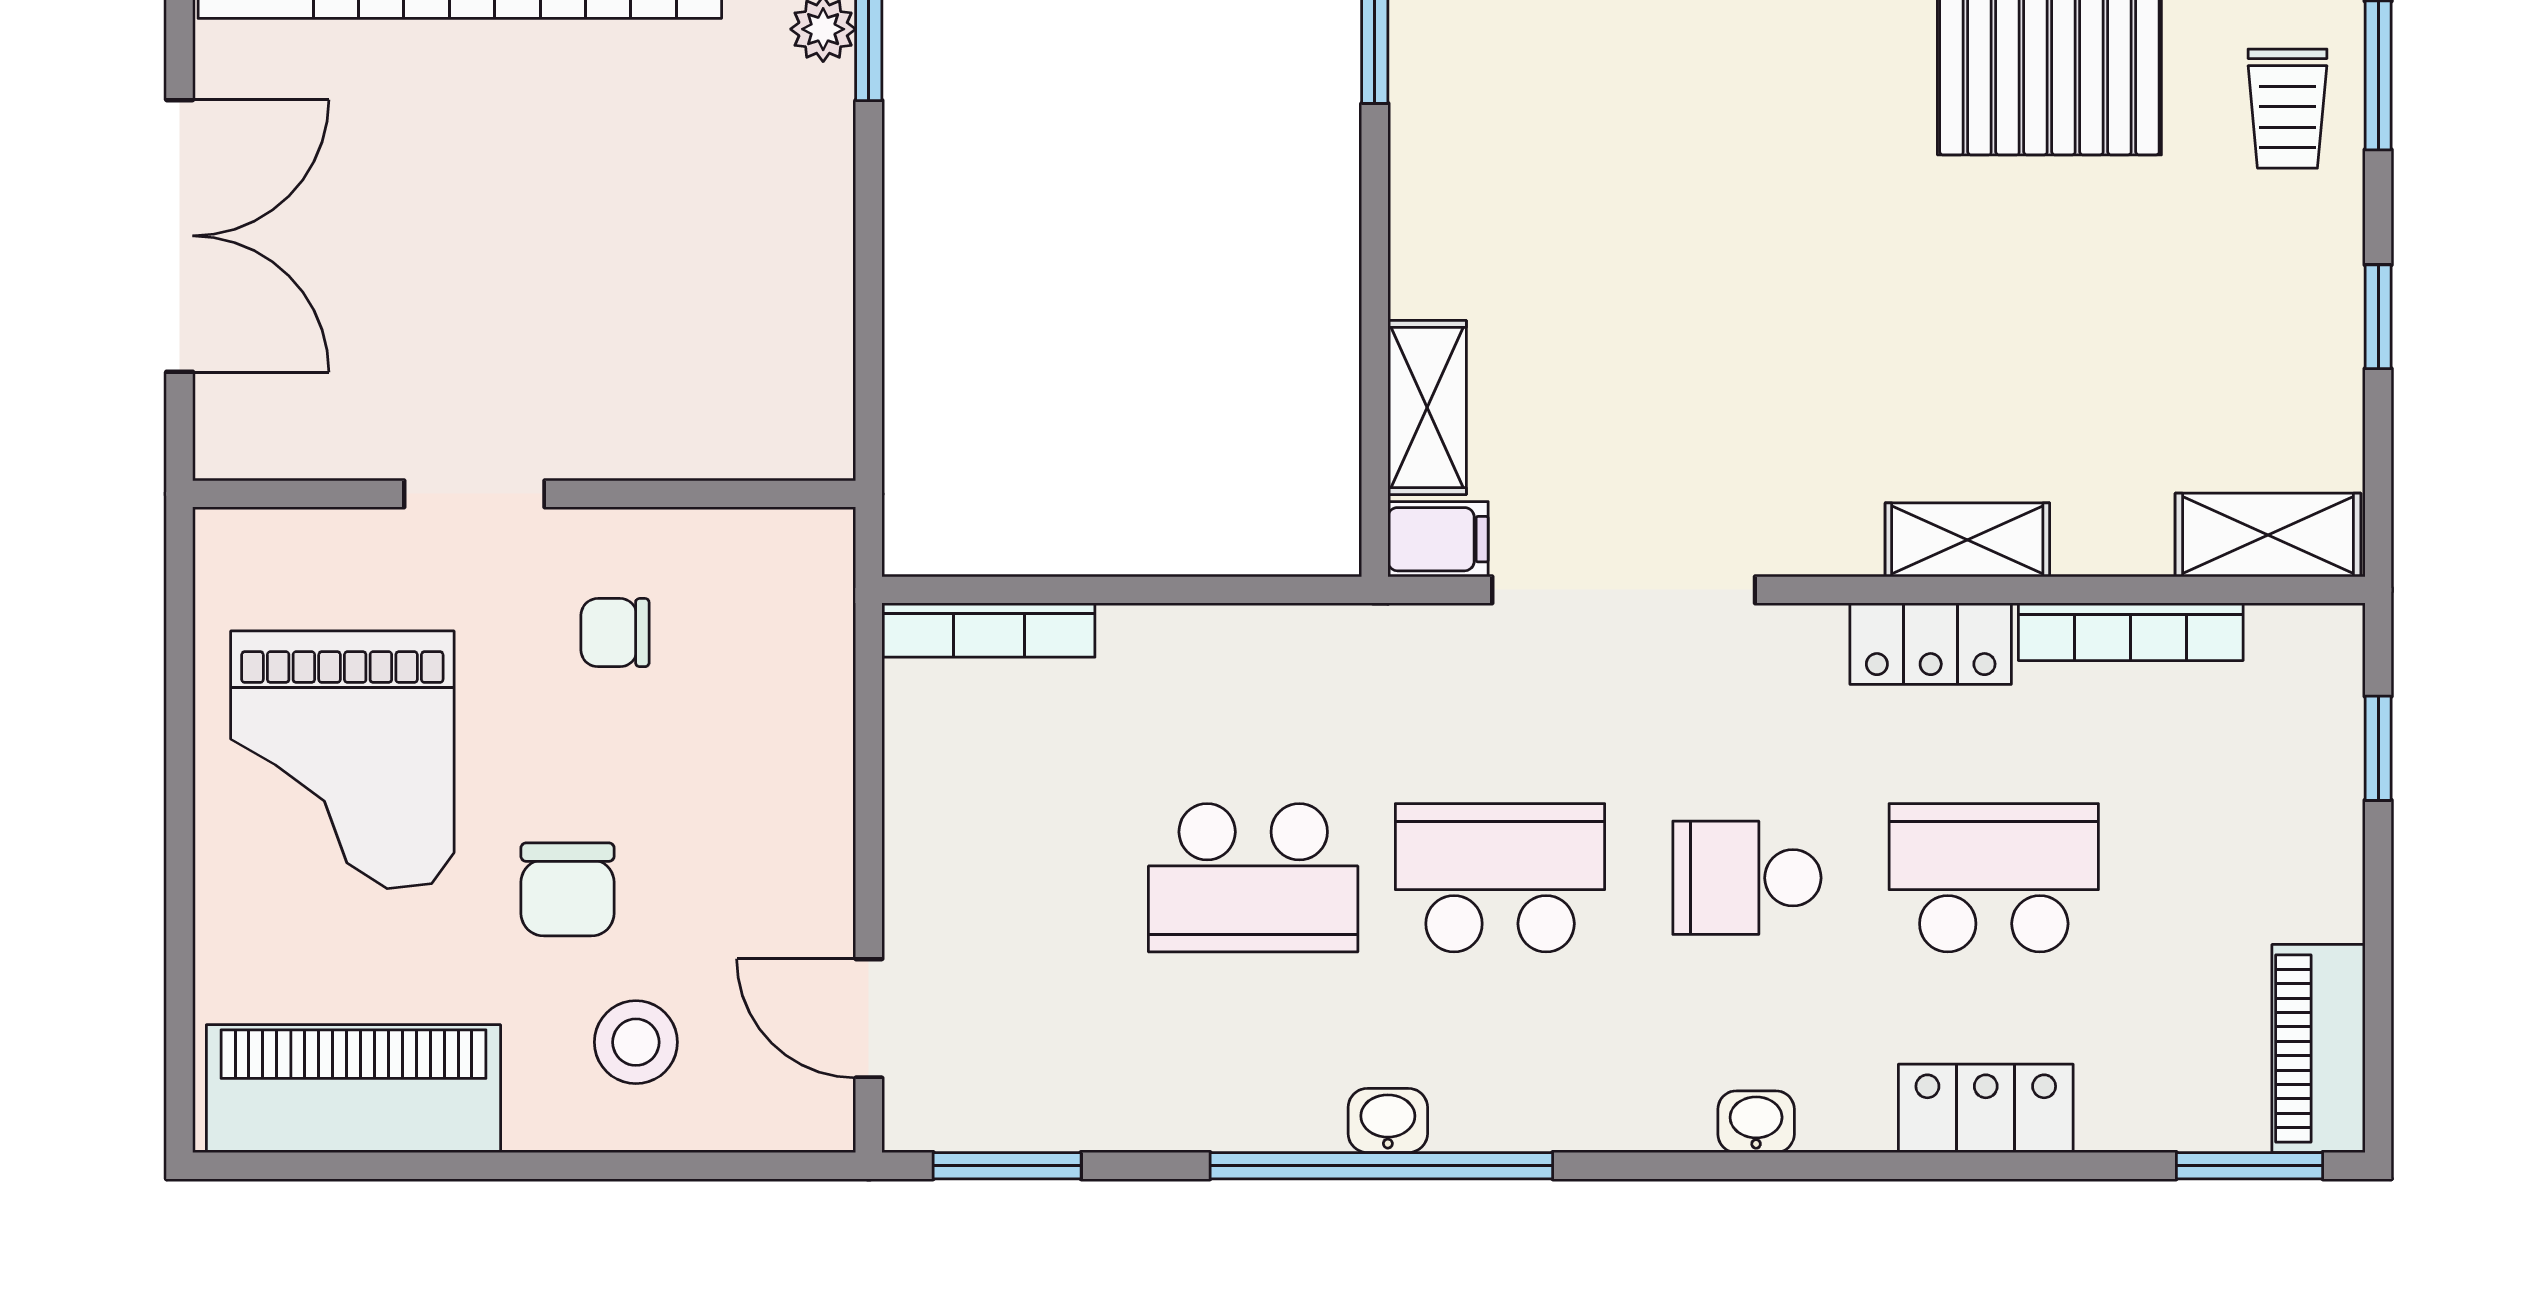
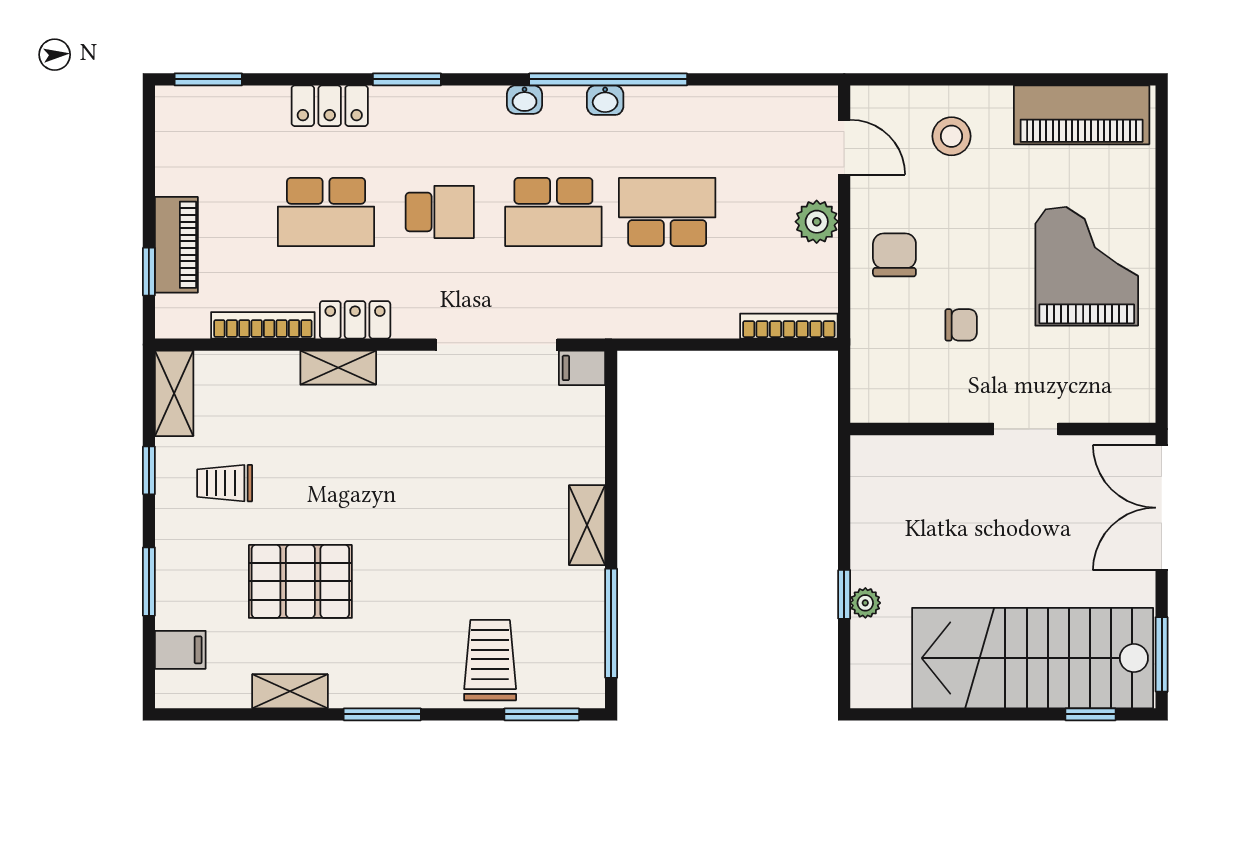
trolley: (2287, 109) -> (225, 483), moved, turned -90
shelving: (1427, 408) -> (587, 525), moved
doorway: (474, 494) -> (1026, 429), moved
wall: (524, 494) -> (1003, 429), moved
shelving: (2268, 535) -> (174, 393), moved, turned 90
plant: (928, 857) -> (817, 222), added
chair: (568, 889) -> (894, 255), moved
piano: (2319, 1049) -> (176, 245), moved
washbasin: (1756, 1122) -> (524, 100), moved
window: (1007, 1166) -> (407, 79), moved

